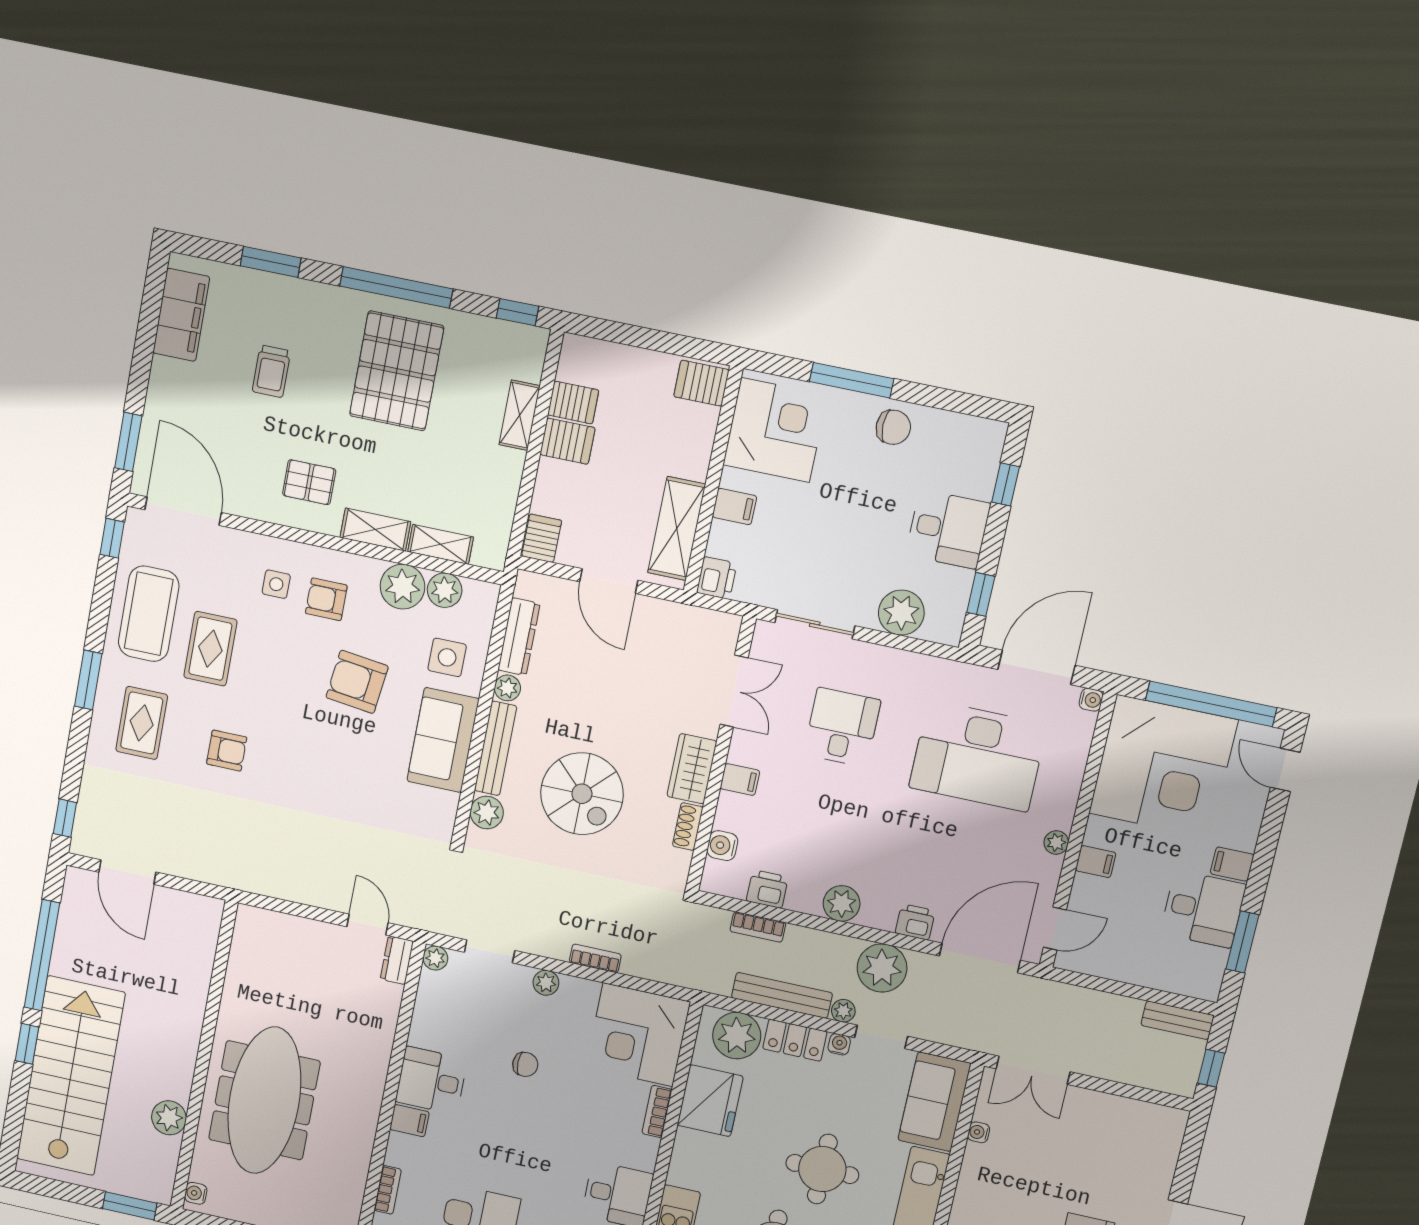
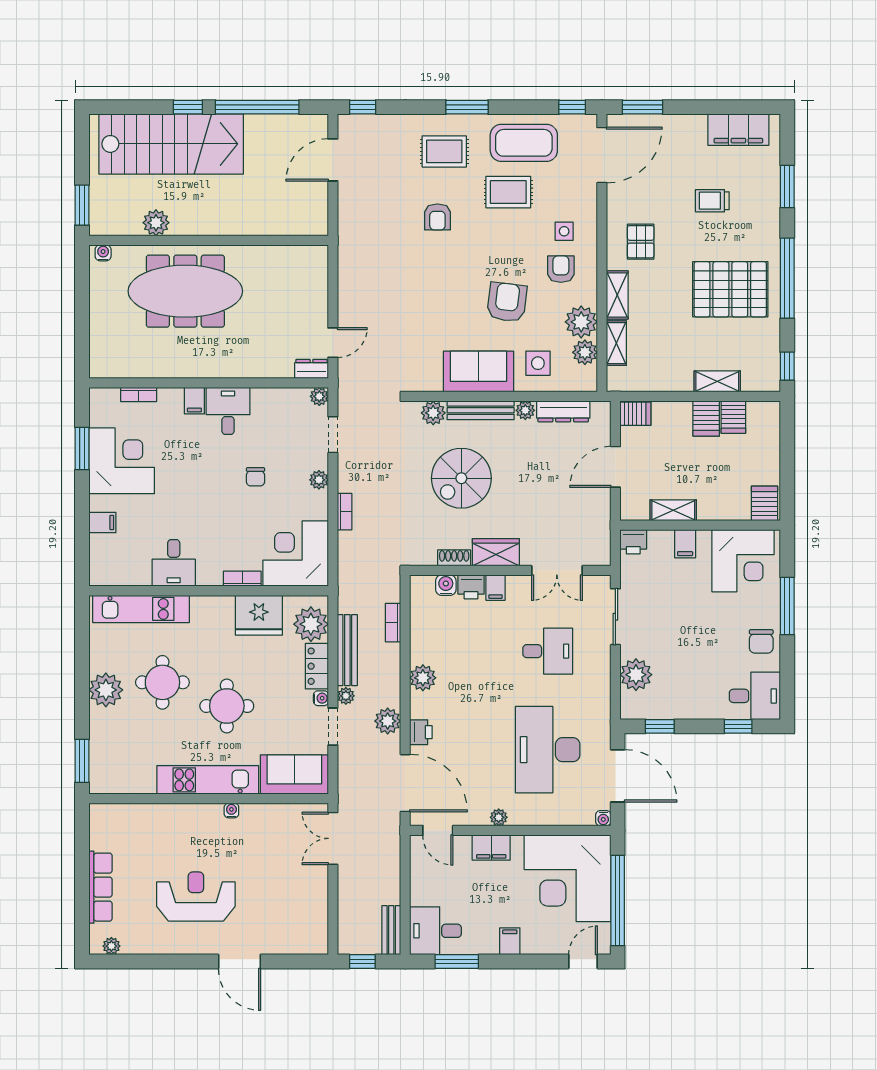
shelving: (677, 528) -> (673, 510), width x0.67, depth x0.75
desk: (948, 529) -> (755, 696), moved, turned -90
filing cabinet: (1096, 862) -> (491, 848), width x2.00
printer: (767, 889) -> (471, 587), moved, turned 90
desk: (1203, 909) -> (436, 931), moved, turned 90
plant: (882, 968) -> (388, 721), width x0.73, depth x0.73
water cooler: (979, 1132) -> (231, 811), moved

